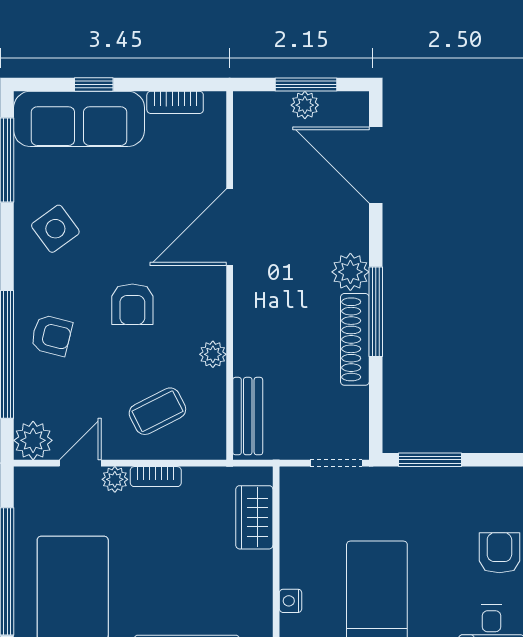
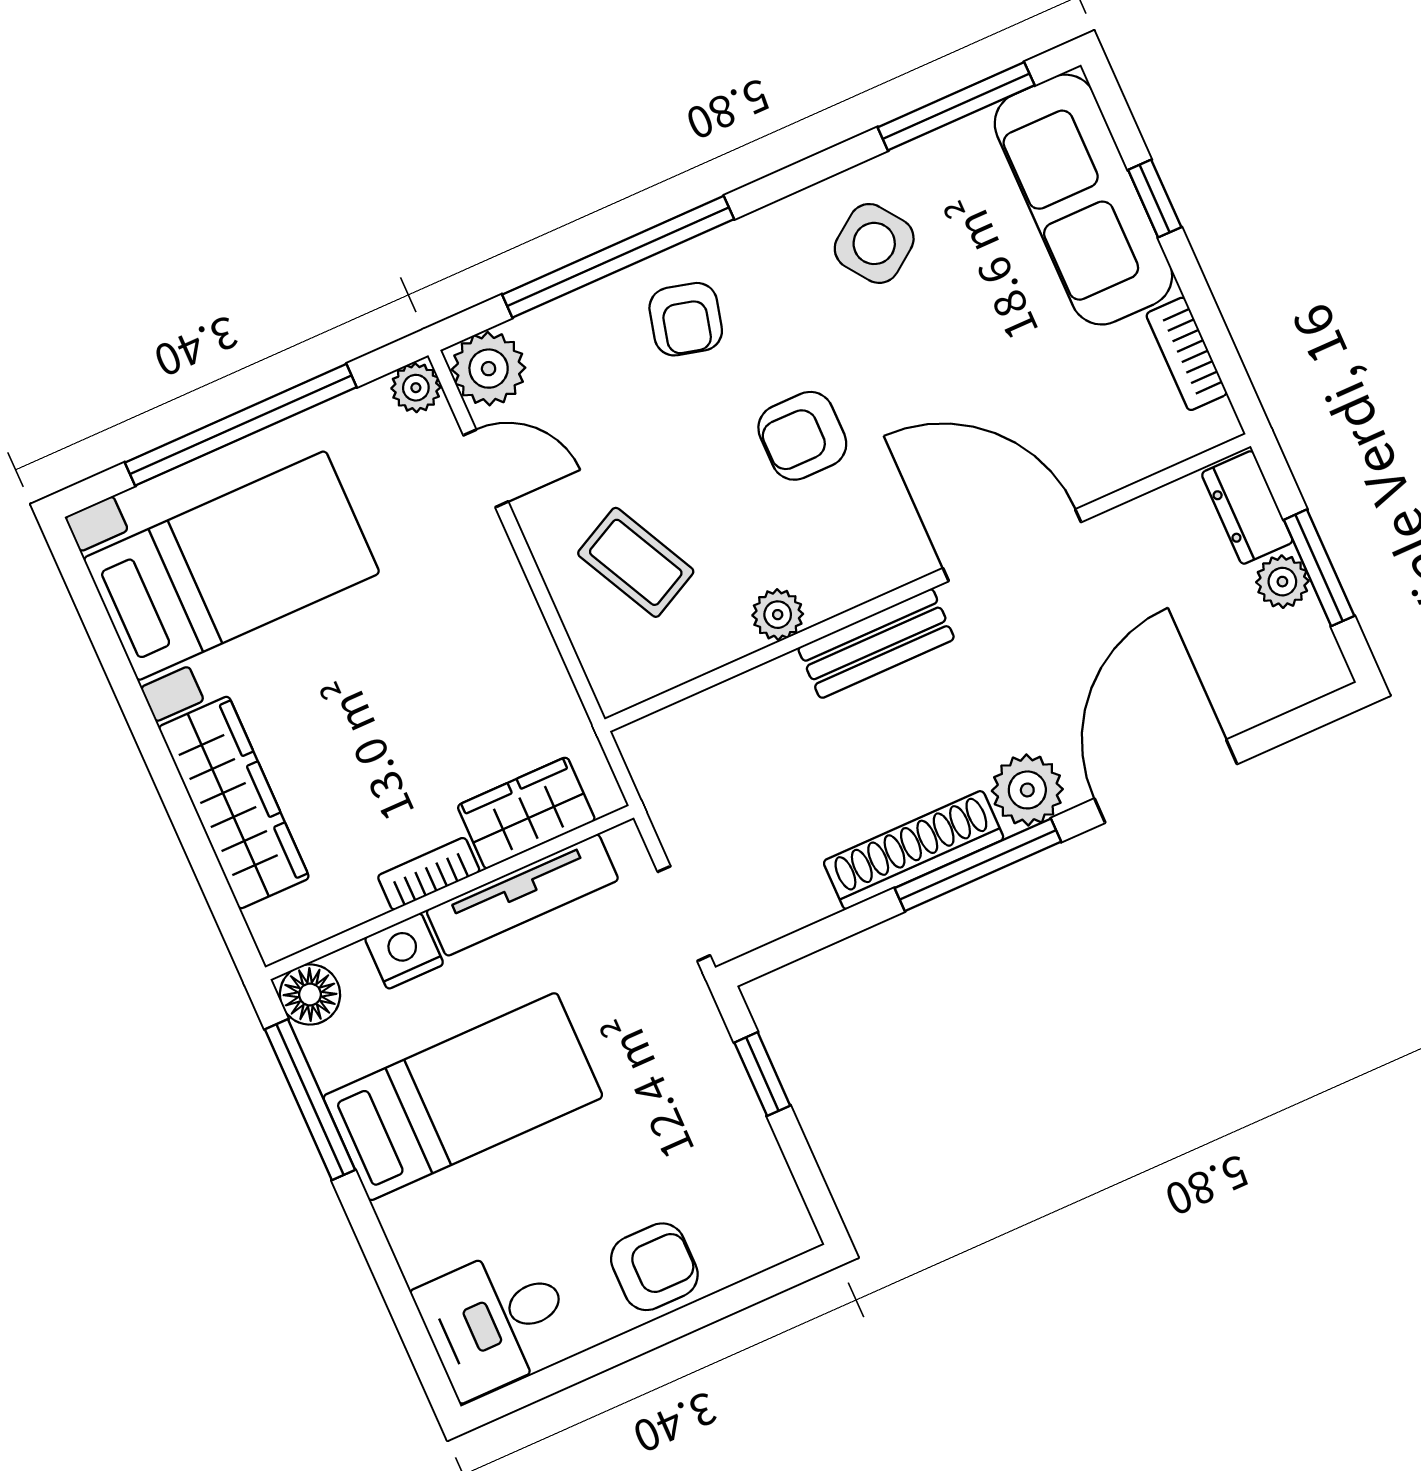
dresser: (262, 106) -> (1247, 507), added
door: (376, 165) -> (1166, 781), moved
bench: (248, 416) -> (876, 643), moved
window: (430, 460) -> (762, 1074), width x0.67
bookcase: (156, 477) -> (429, 874), moved, turned 90
plant: (115, 479) -> (416, 388), moved
tv unit: (293, 537) -> (522, 895), added
nightstand: (291, 601) -> (404, 951), width x1.39, depth x1.35

